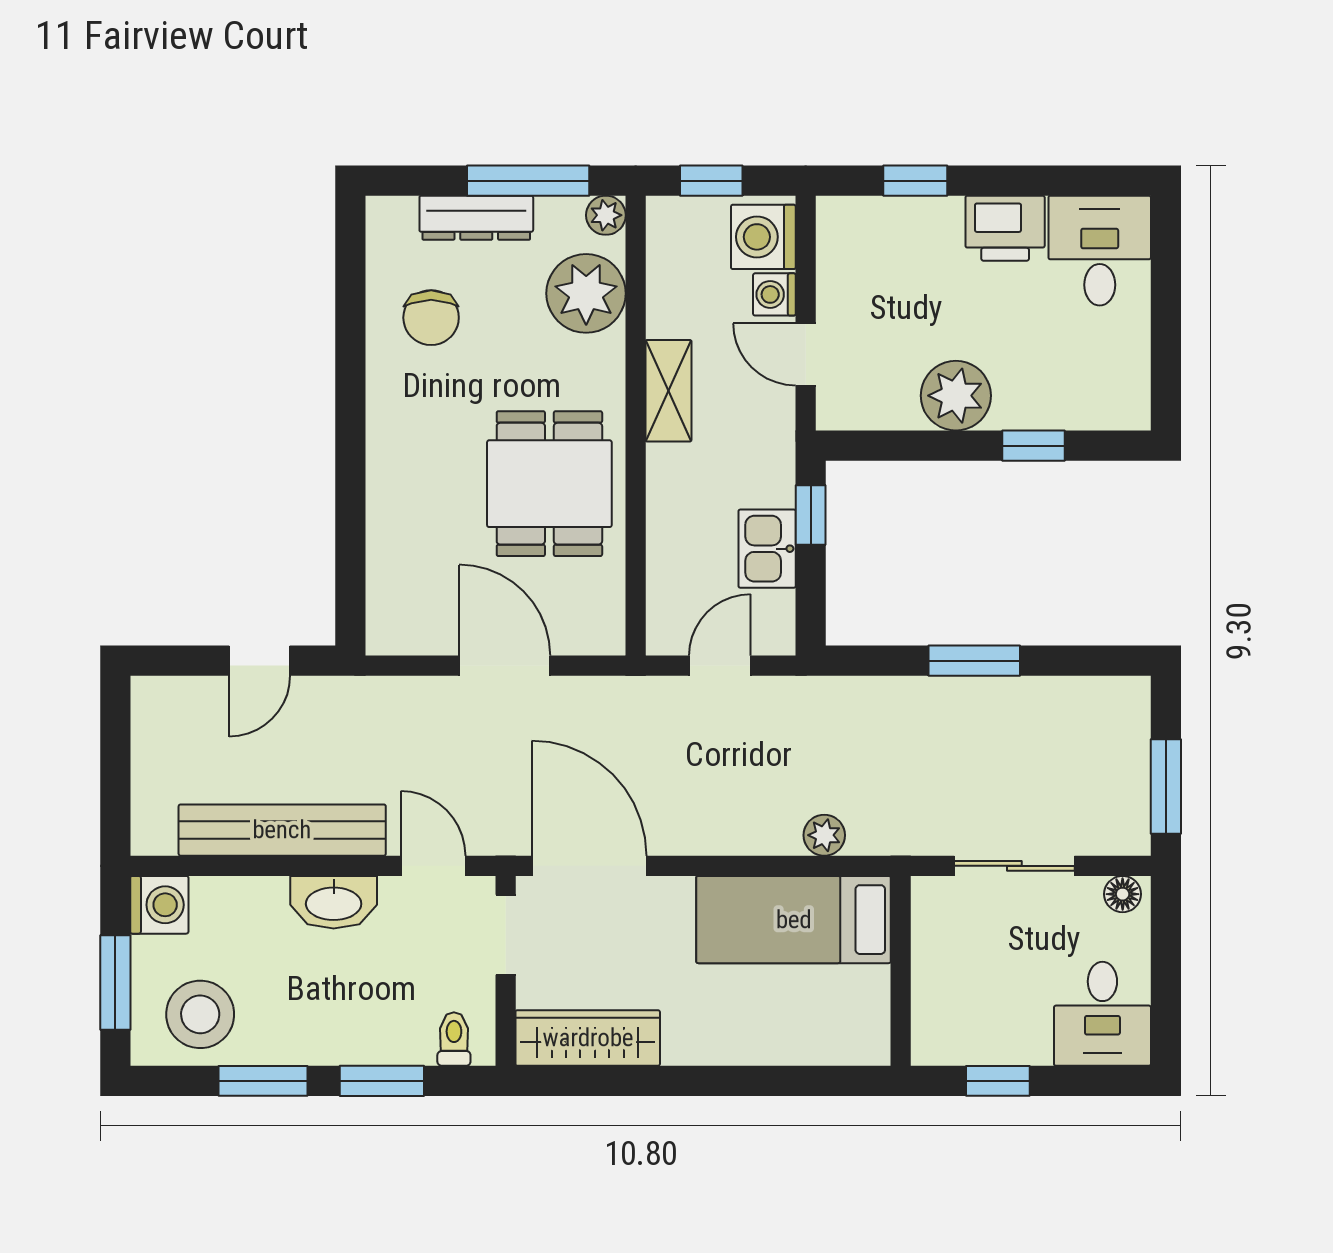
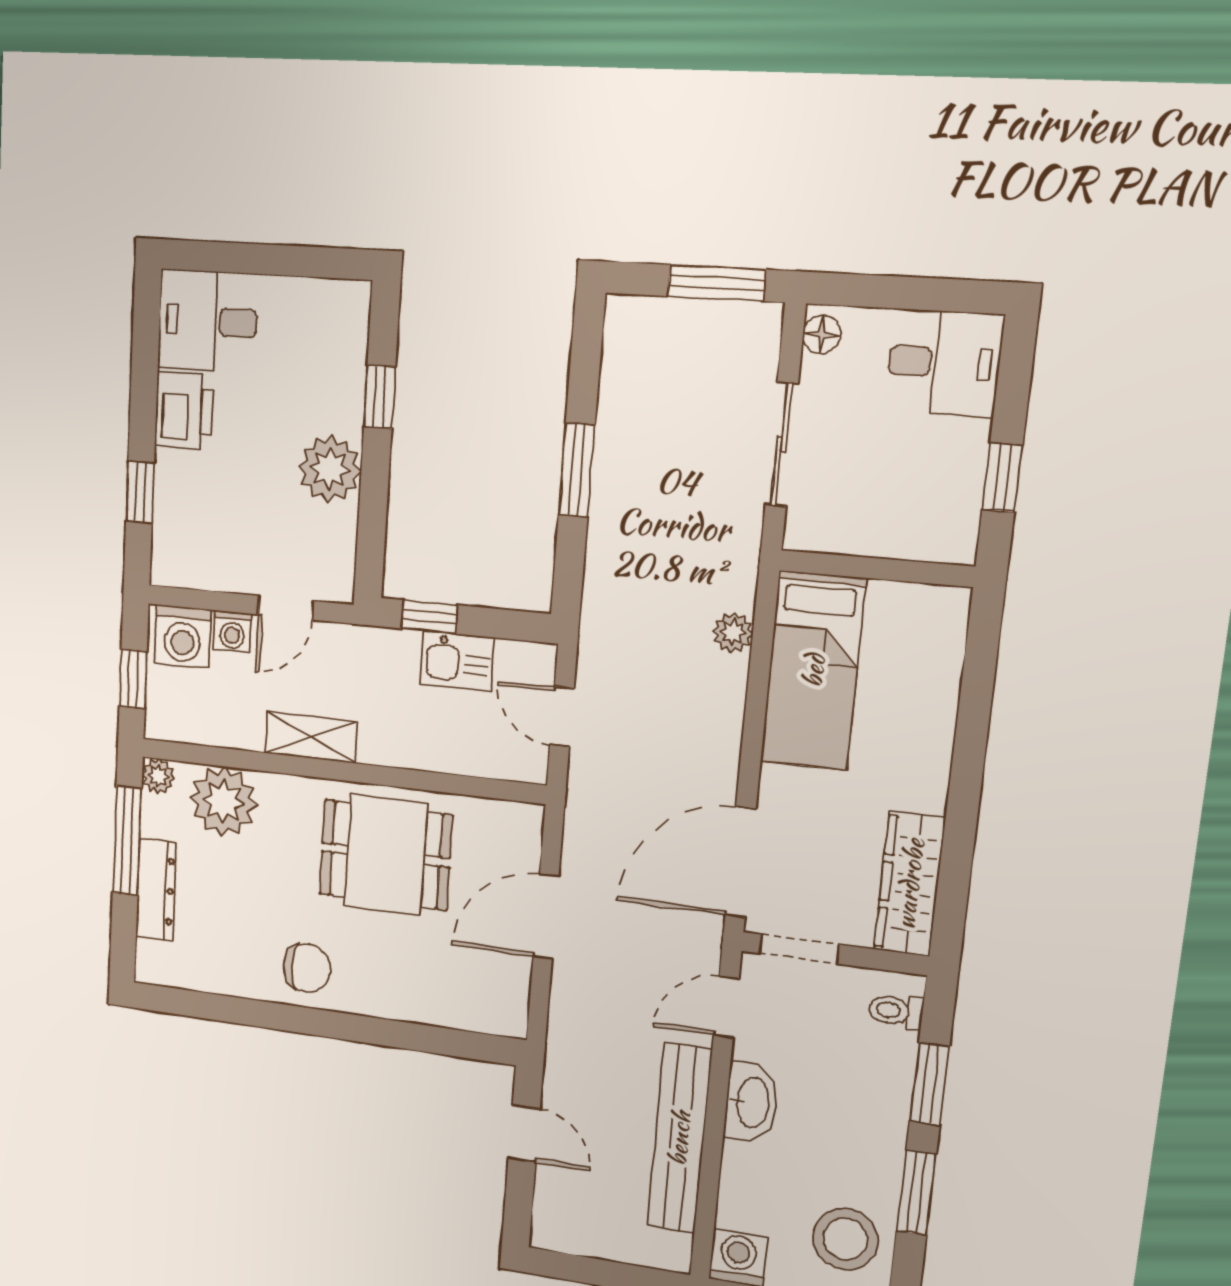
chair: (431, 318) -> (307, 968), moved

